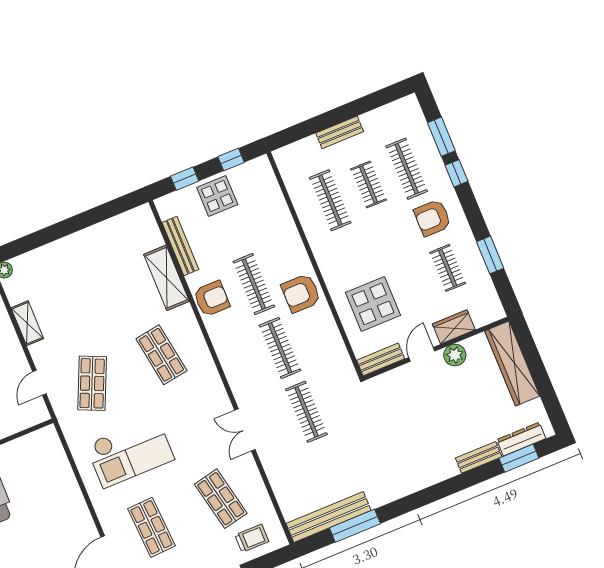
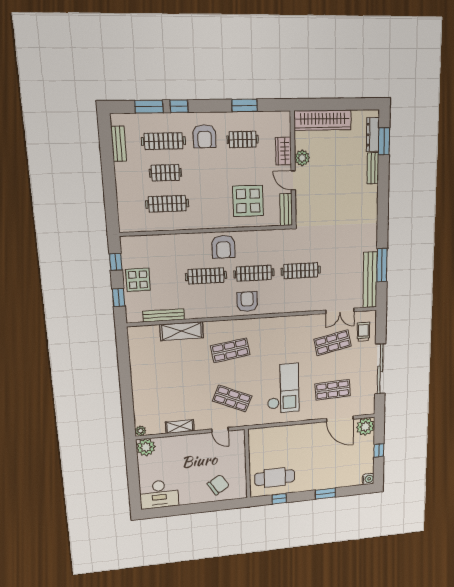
bench: (340, 132) -> (119, 144), moved
armchair: (212, 299) -> (247, 302), moved
double door: (245, 430) -> (340, 311), moved

